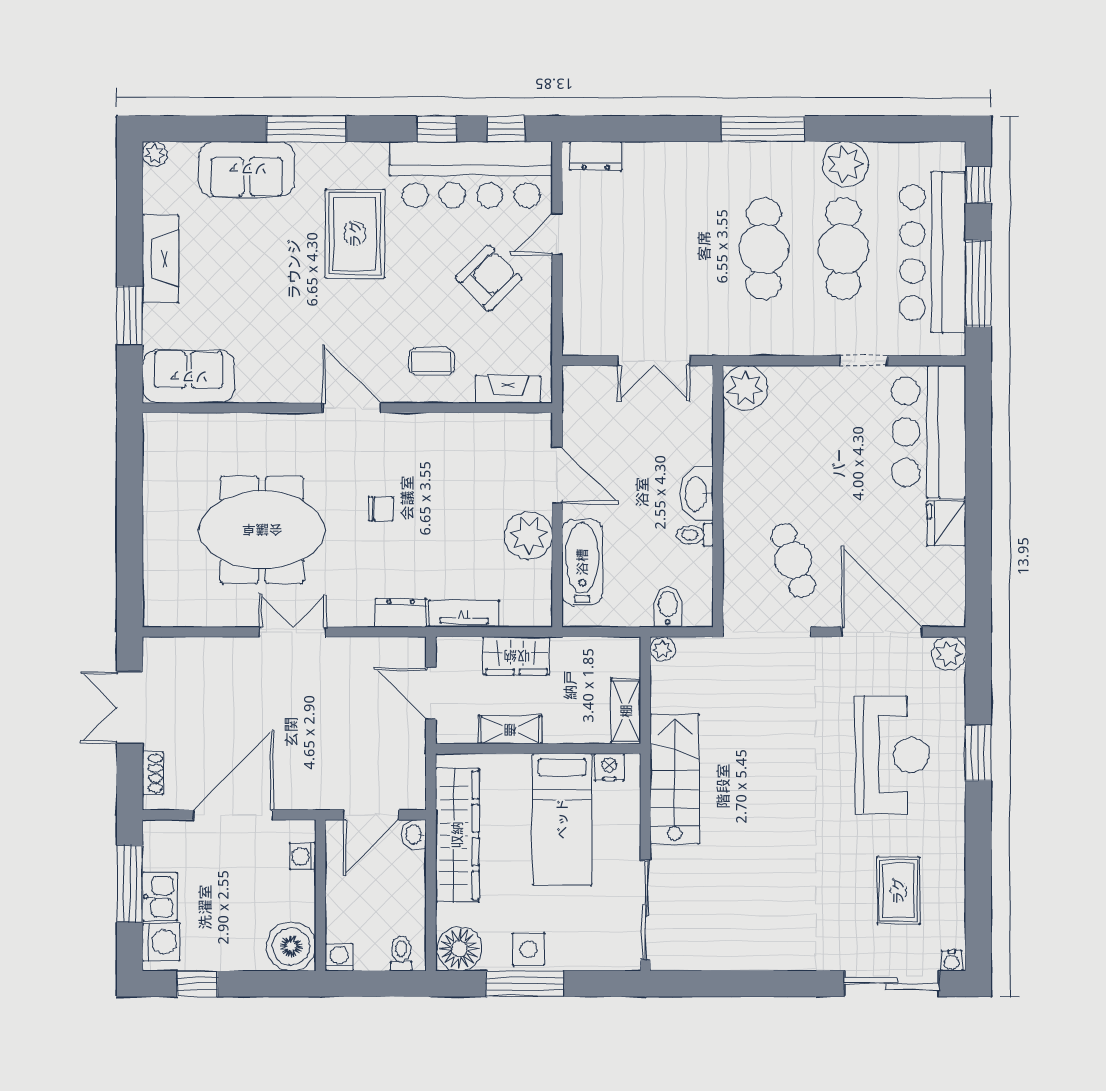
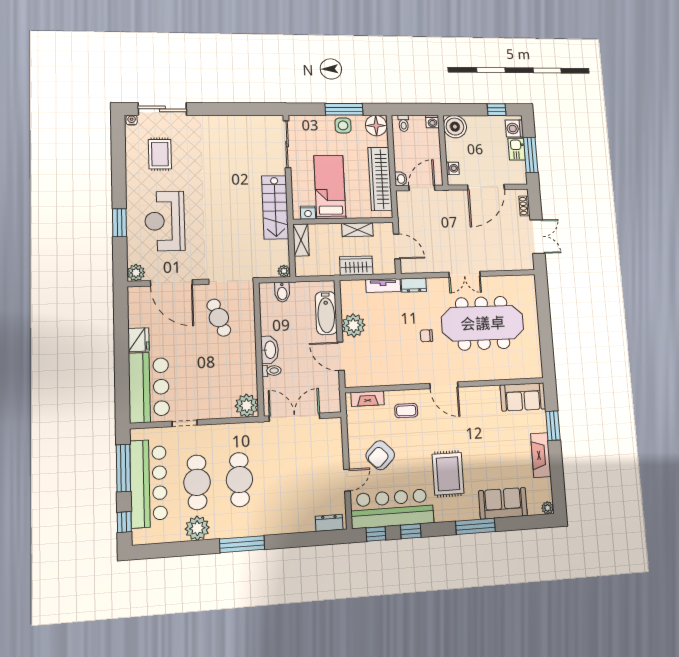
double door: (654, 361) -> (295, 417), width x1.37
meeting table: (262, 530) -> (483, 323), width x1.36
toilet: (695, 535) -> (271, 371), moved

